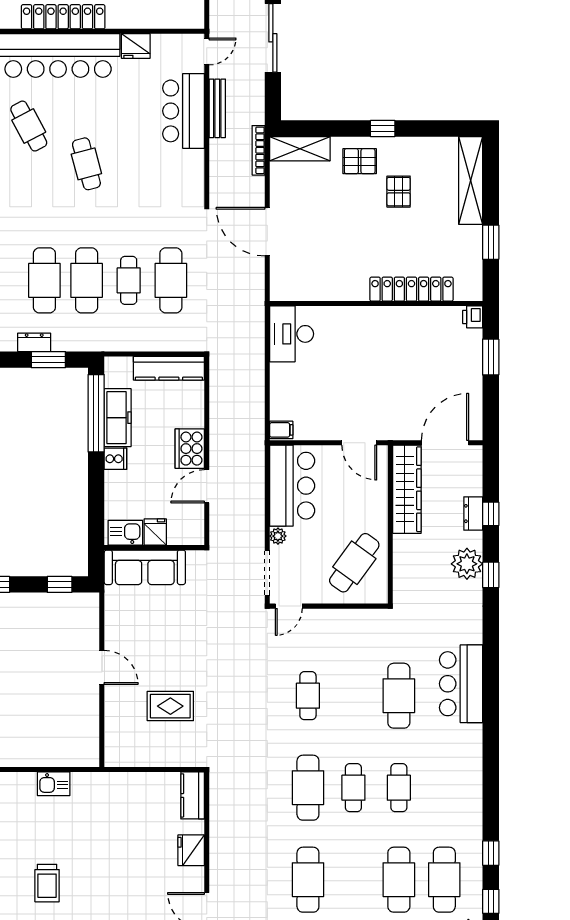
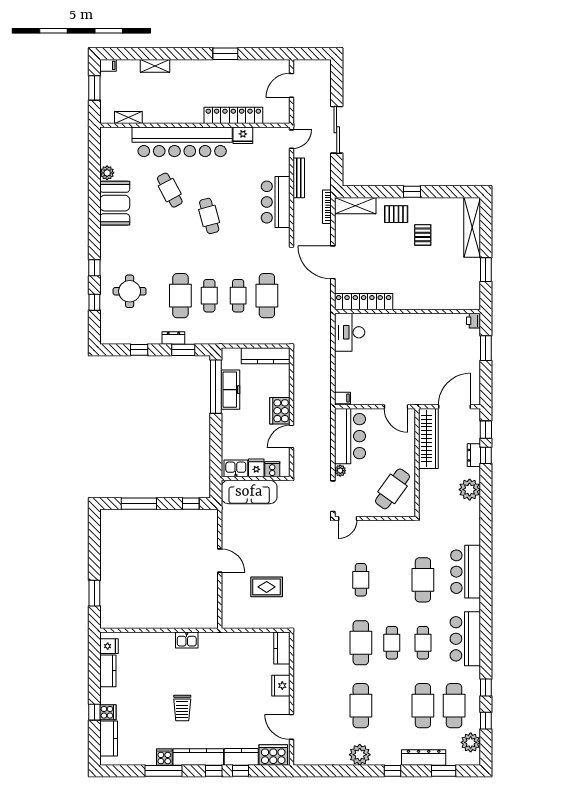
locker: (63, 17) -> (233, 115), moved
bar counter: (184, 111) -> (276, 202), moved
cafe table: (87, 280) -> (209, 296), width x0.73, depth x0.74
locker: (412, 289) -> (364, 302), moved
cooker: (115, 459) -> (272, 469), moved, turned -90
window: (491, 575) -> (486, 430), moved
bar counter: (461, 782) -> (465, 639), added

